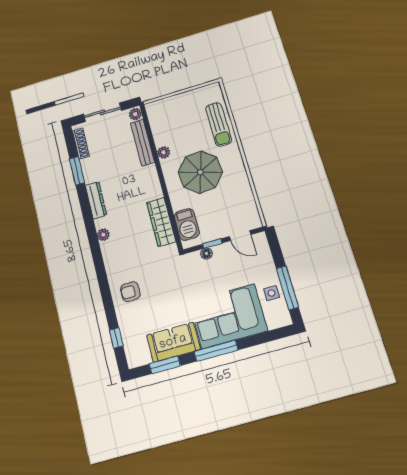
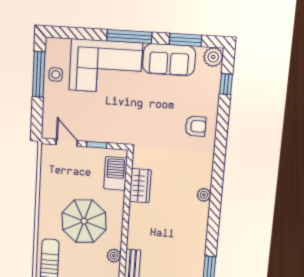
dresser: (96, 200) -> (200, 233), removed
wardrobe: (161, 222) -> (140, 186), width x0.67
floor lamp: (206, 254) -> (106, 137), removed
plant: (135, 358) -> (213, 57), added

